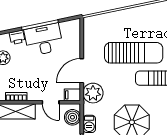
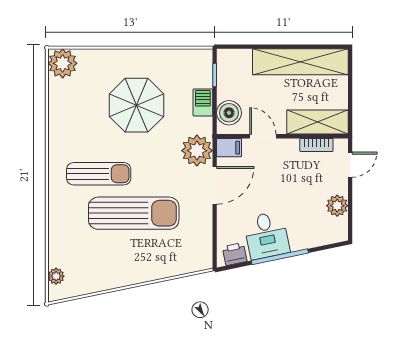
printer: (17, 37) -> (235, 254), moved
desk: (44, 40) -> (266, 235), width x0.73
sun lounger: (134, 53) -> (134, 213), turned 180

